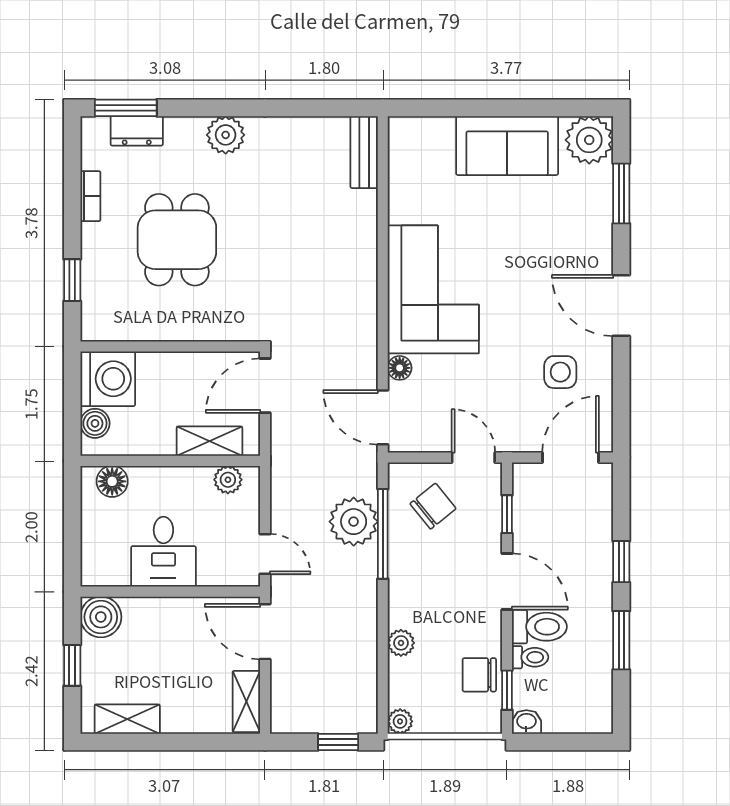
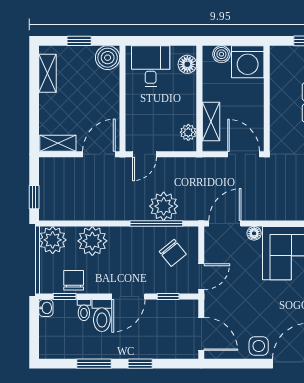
side table: (560, 372) -> (259, 346), moved
desk: (163, 552) -> (151, 66), moved, turned 90
plant: (401, 643) -> (92, 241), width x1.88, depth x1.88
plant: (400, 721) -> (53, 240), width x1.87, depth x1.87

